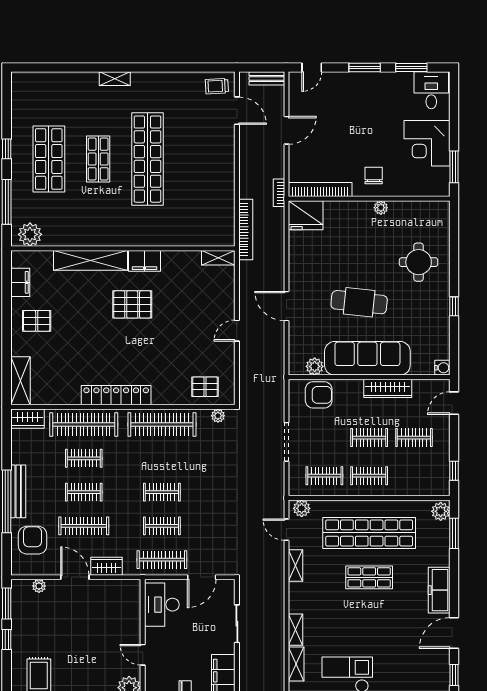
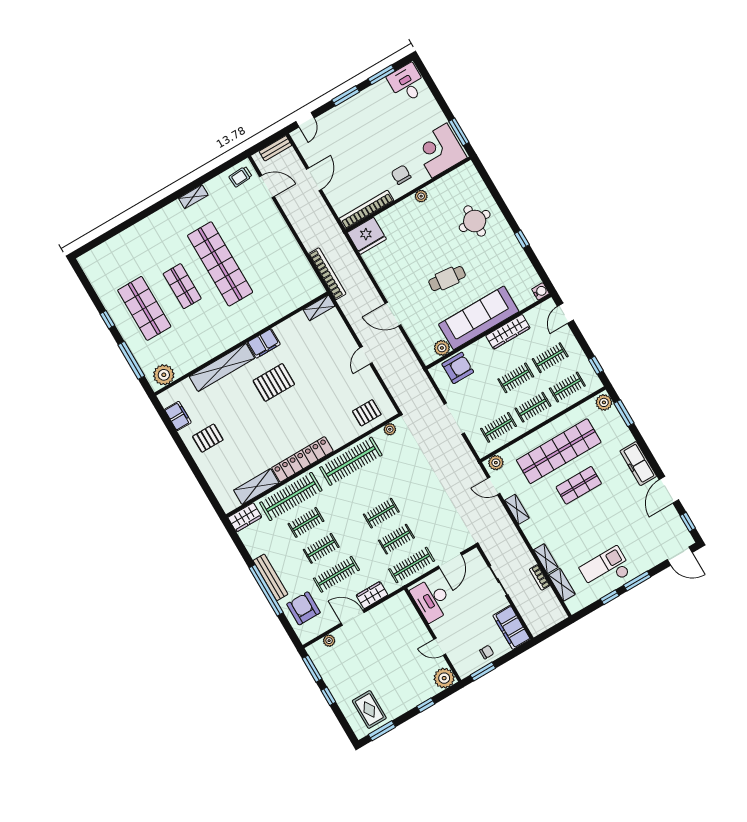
shelving: (115, 79) -> (193, 197), moved
corner desk: (427, 143) -> (439, 151), moved, turned 90
bookcase: (279, 193) -> (540, 577), moved
cafe table: (359, 302) -> (447, 279), width x0.73, depth x0.74
shelving: (20, 381) -> (256, 487), moved, turned 90
clothes rail: (414, 476) -> (567, 387), added

